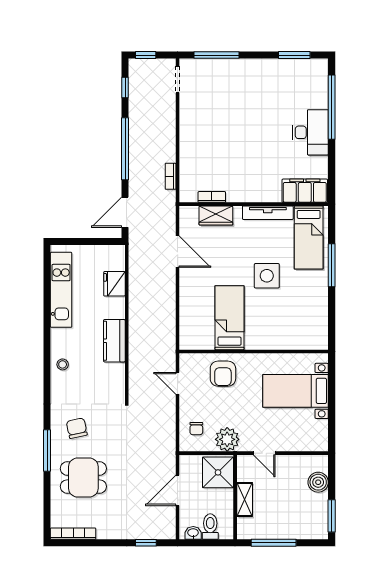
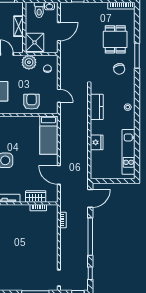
fridge: (114, 284) -> (97, 142), moved
bed: (229, 318) -> (48, 135), moved
kitchen counter: (114, 341) -> (97, 107), moved
dining table: (83, 478) -> (115, 39), turned 90

